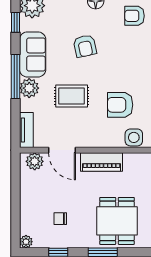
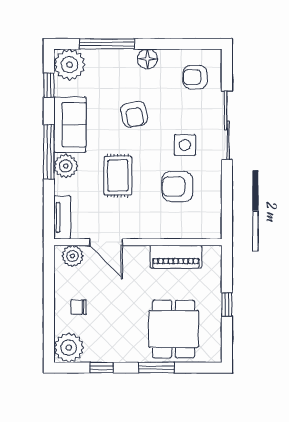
rug: (72, 96) -> (118, 176), turned 90
side table: (134, 137) -> (185, 145), moved
piano: (102, 162) -> (176, 257), moved
chair: (60, 219) -> (79, 307), moved
plant: (26, 242) -> (69, 348), width x1.88, depth x1.88

